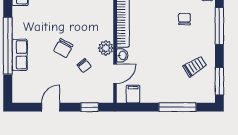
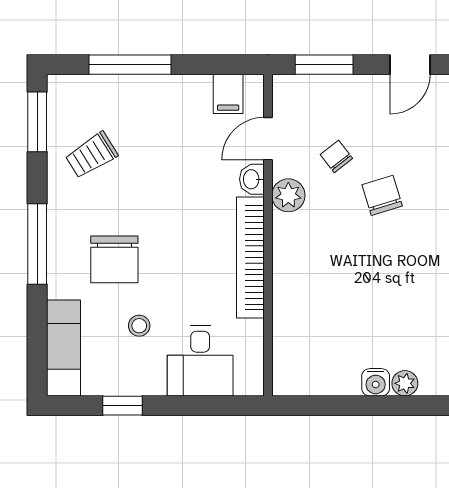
chair: (184, 19) -> (114, 259), width x1.87, depth x1.87
chair: (63, 48) -> (382, 195), turned -46
window: (90, 107) -> (324, 65), width x1.50

